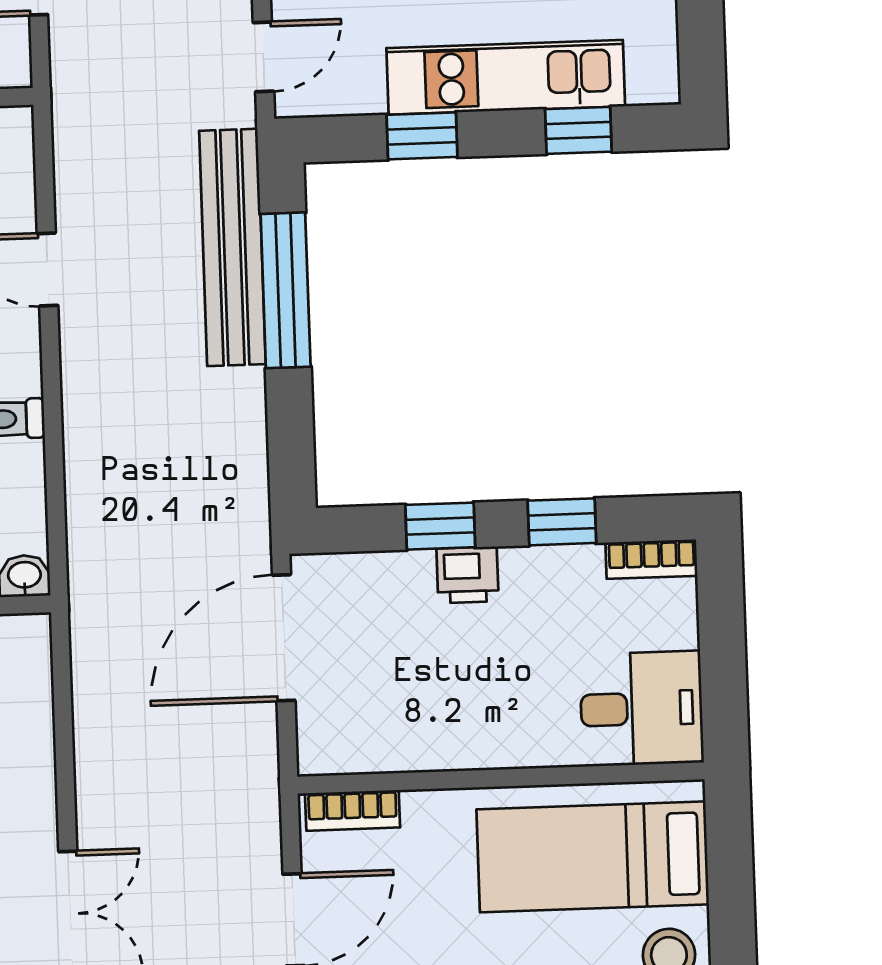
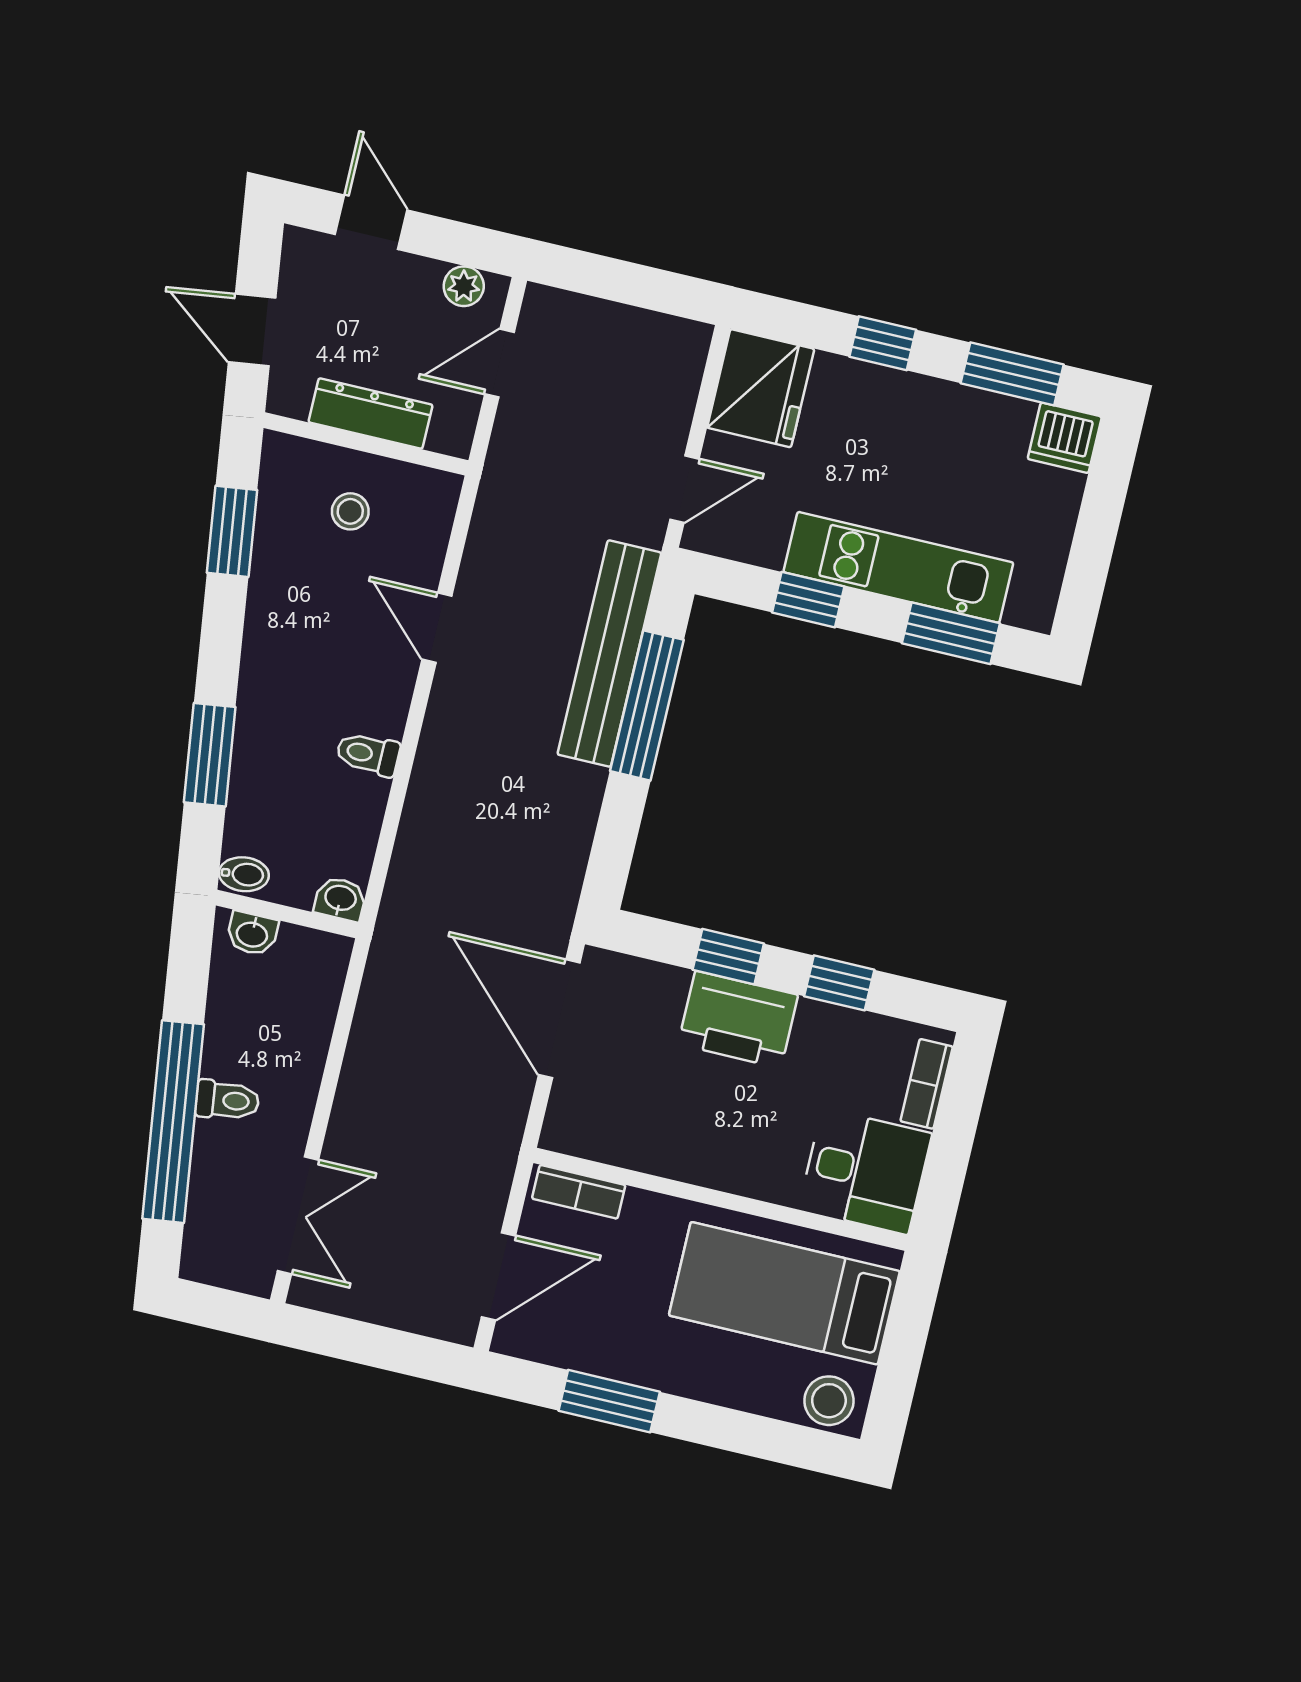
window: (578, 130) -> (951, 633), width x1.50
bookcase: (652, 559) -> (927, 1084), moved, turned 90
printer: (468, 575) -> (738, 1020), width x1.87, depth x1.48
door: (284, 638) -> (559, 1019), hinge flipped

